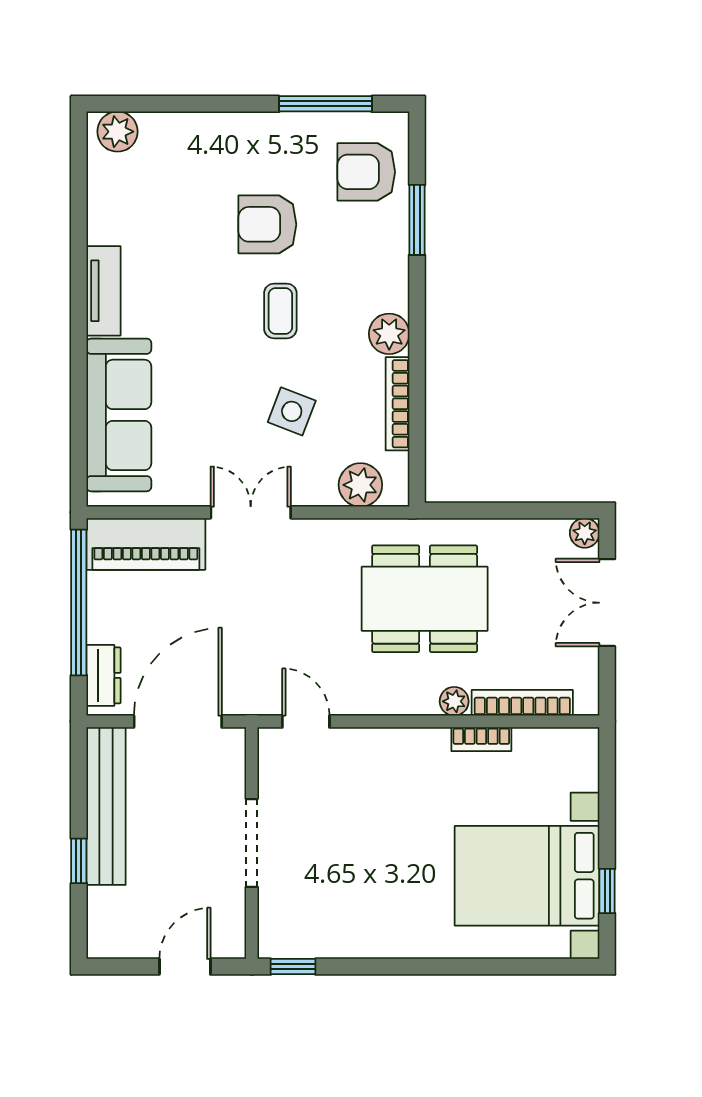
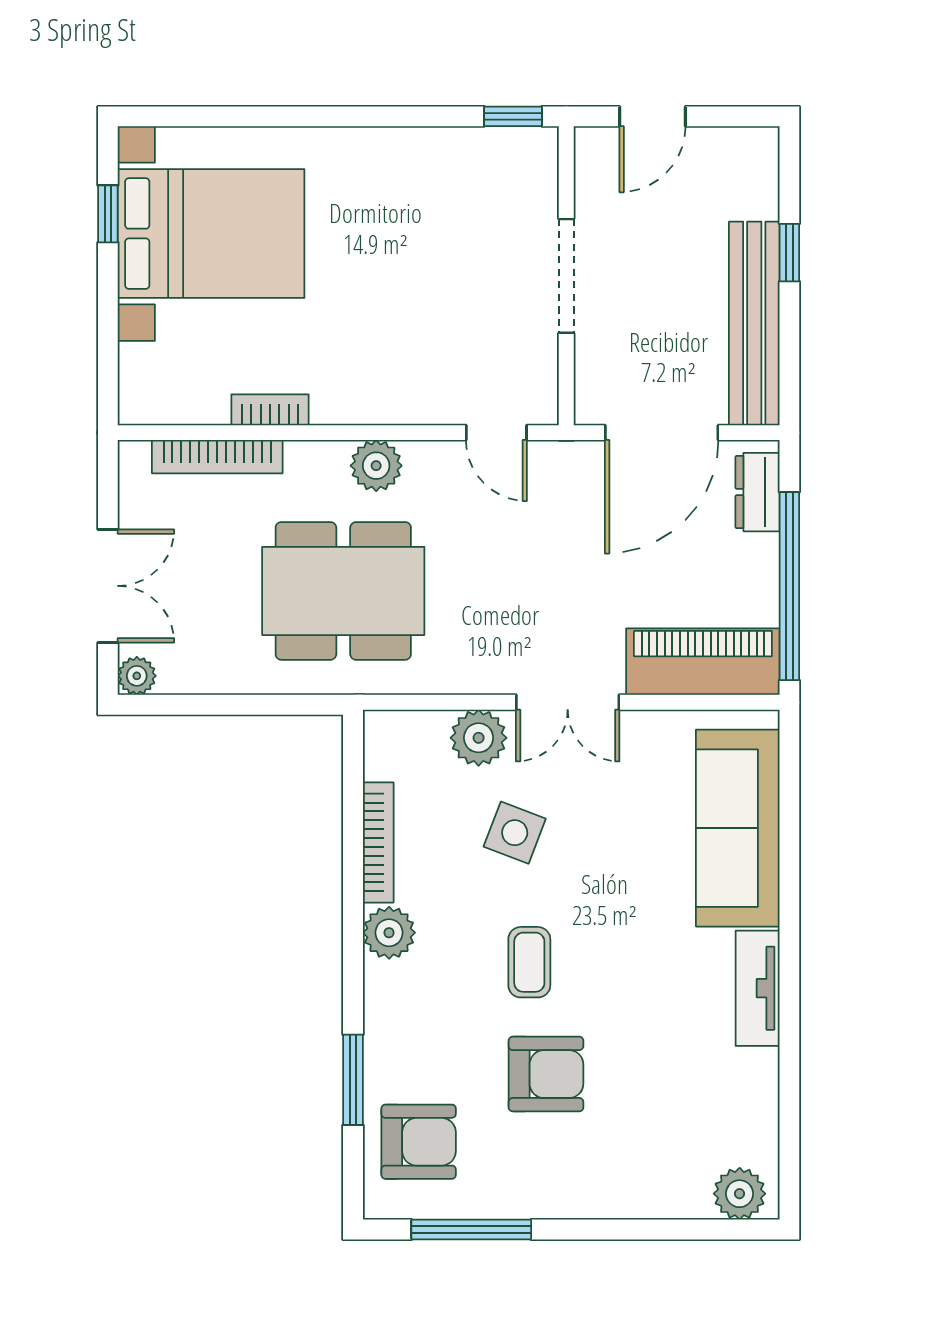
plant: (360, 485) -> (479, 738), moved
plant: (454, 701) -> (376, 466), moved, width x1.38, depth x1.38

